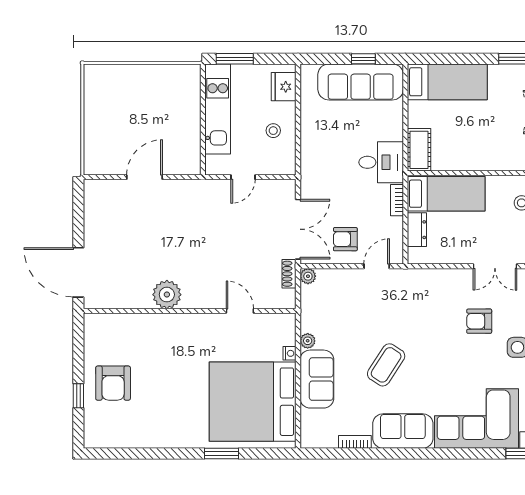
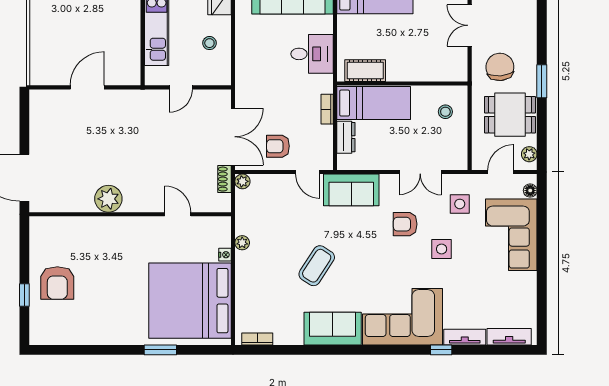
cot: (419, 150) -> (365, 71), moved, turned 90
desk: (381, 162) -> (312, 54), moved
door: (377, 266) -> (308, 172), swing flipped
sofa: (317, 379) -> (351, 190), moved, turned 90
bookcase: (355, 442) -> (257, 339), moved

